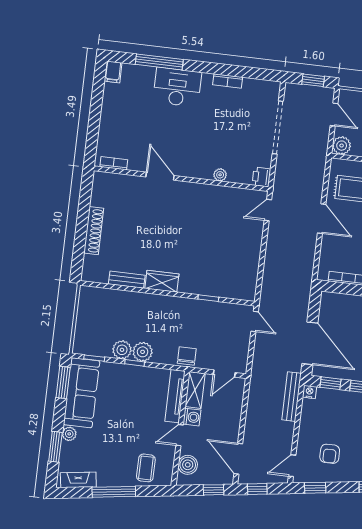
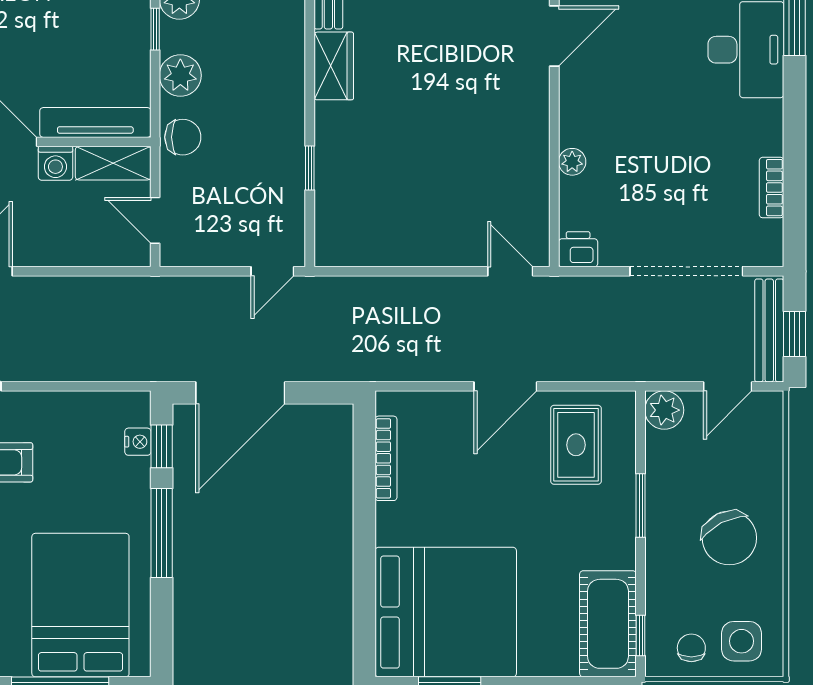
bookcase: (228, 81) -> (772, 188), moved
plant: (143, 352) -> (180, 75), moved
nightstand: (309, 392) -> (138, 442), moved
bench: (291, 397) -> (769, 330), moved, turned 90

